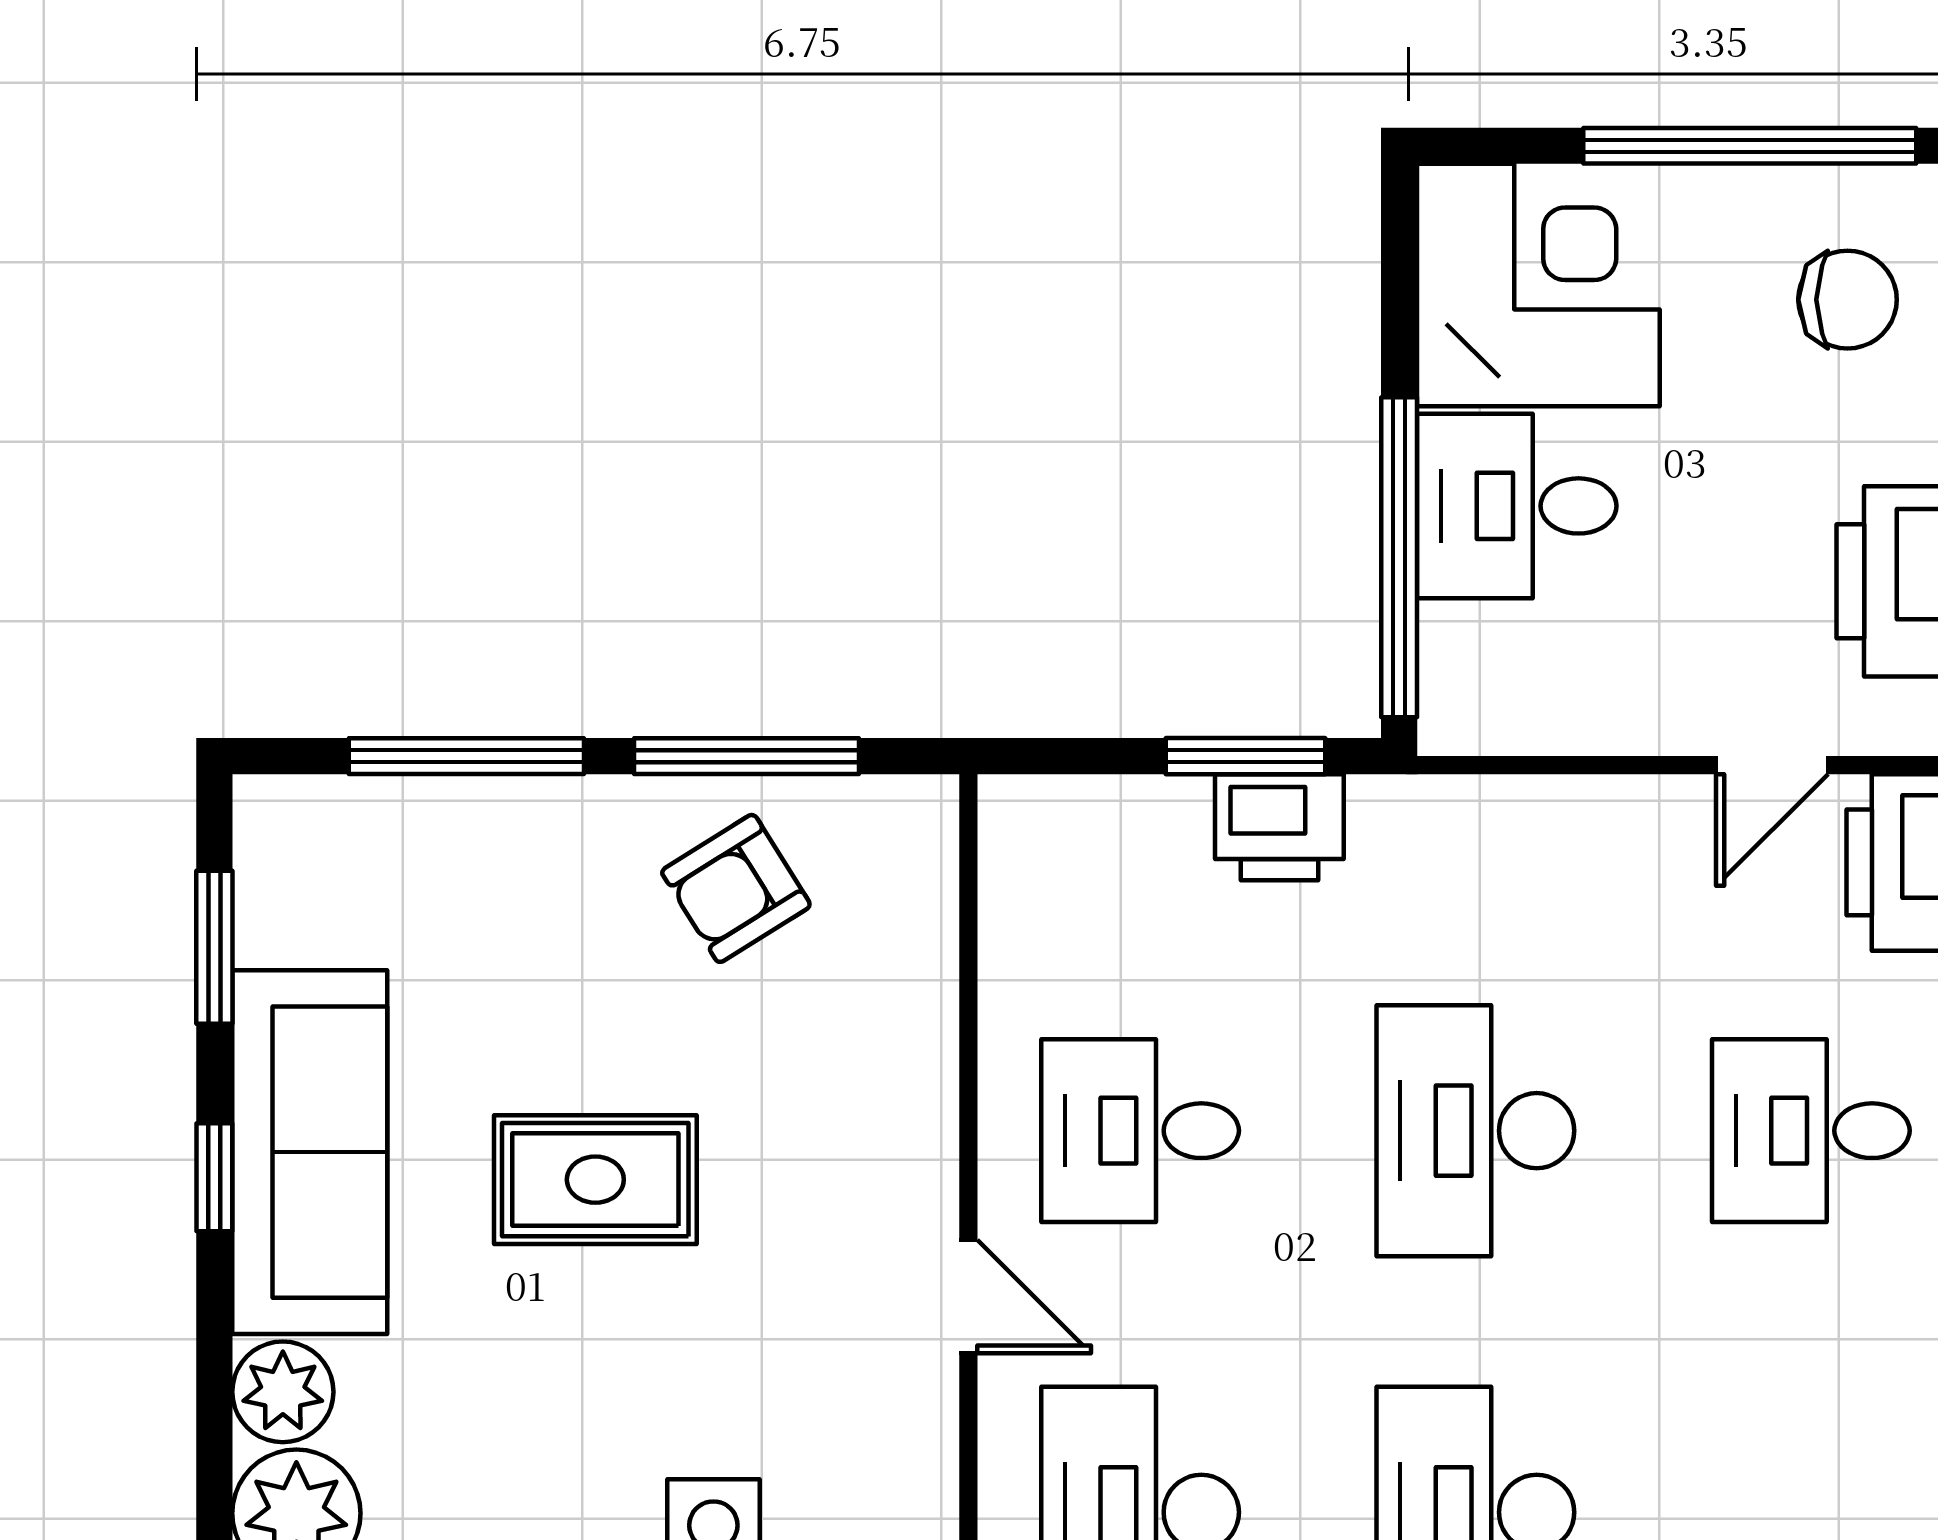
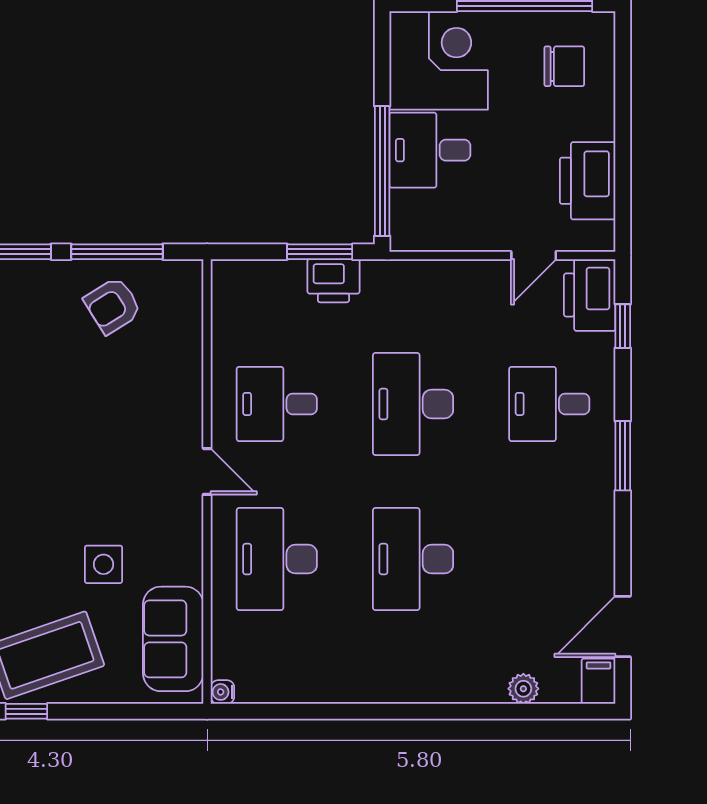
rug: (595, 1180) -> (56, 424), removed

